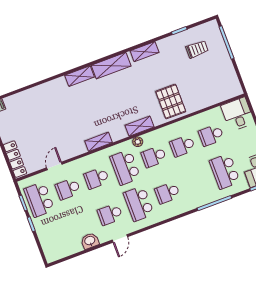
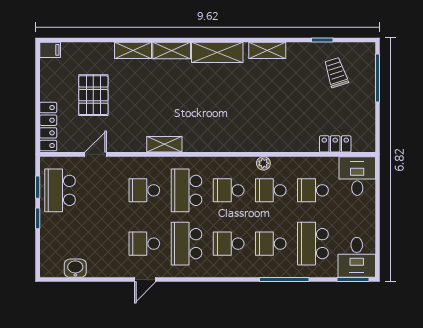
trolley: (197, 49) -> (336, 73), turned -108
locker: (215, 98) -> (335, 144), added
pallet: (171, 101) -> (93, 95), moved
shelving: (139, 126) -> (133, 50), moved
plant: (138, 142) -> (263, 163), moved
school desk: (68, 189) -> (271, 244), moved
washbasin: (90, 241) -> (75, 268), moved

